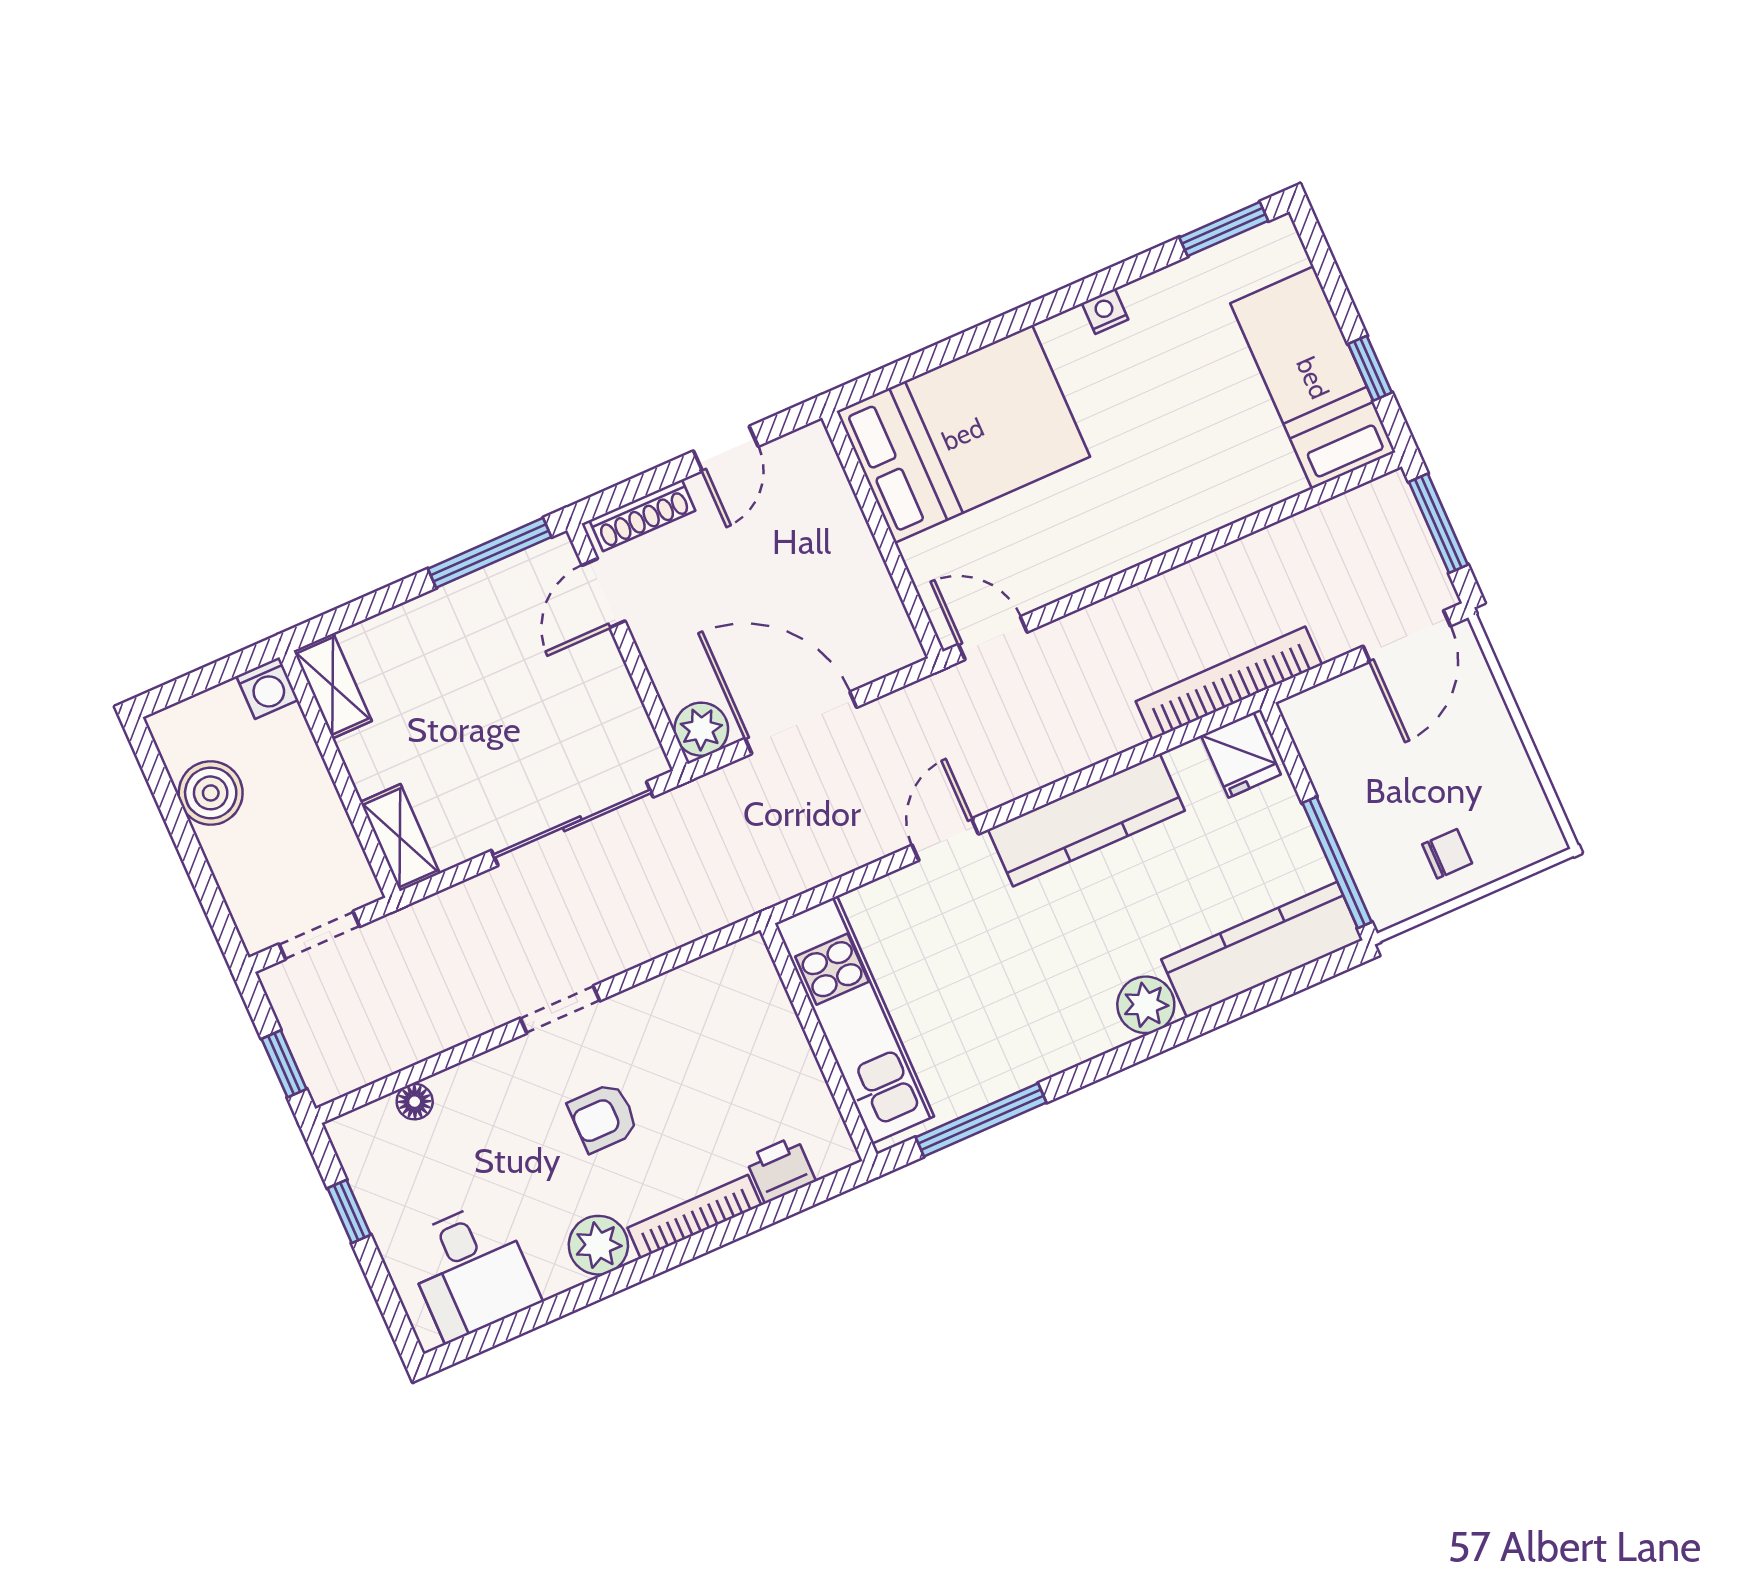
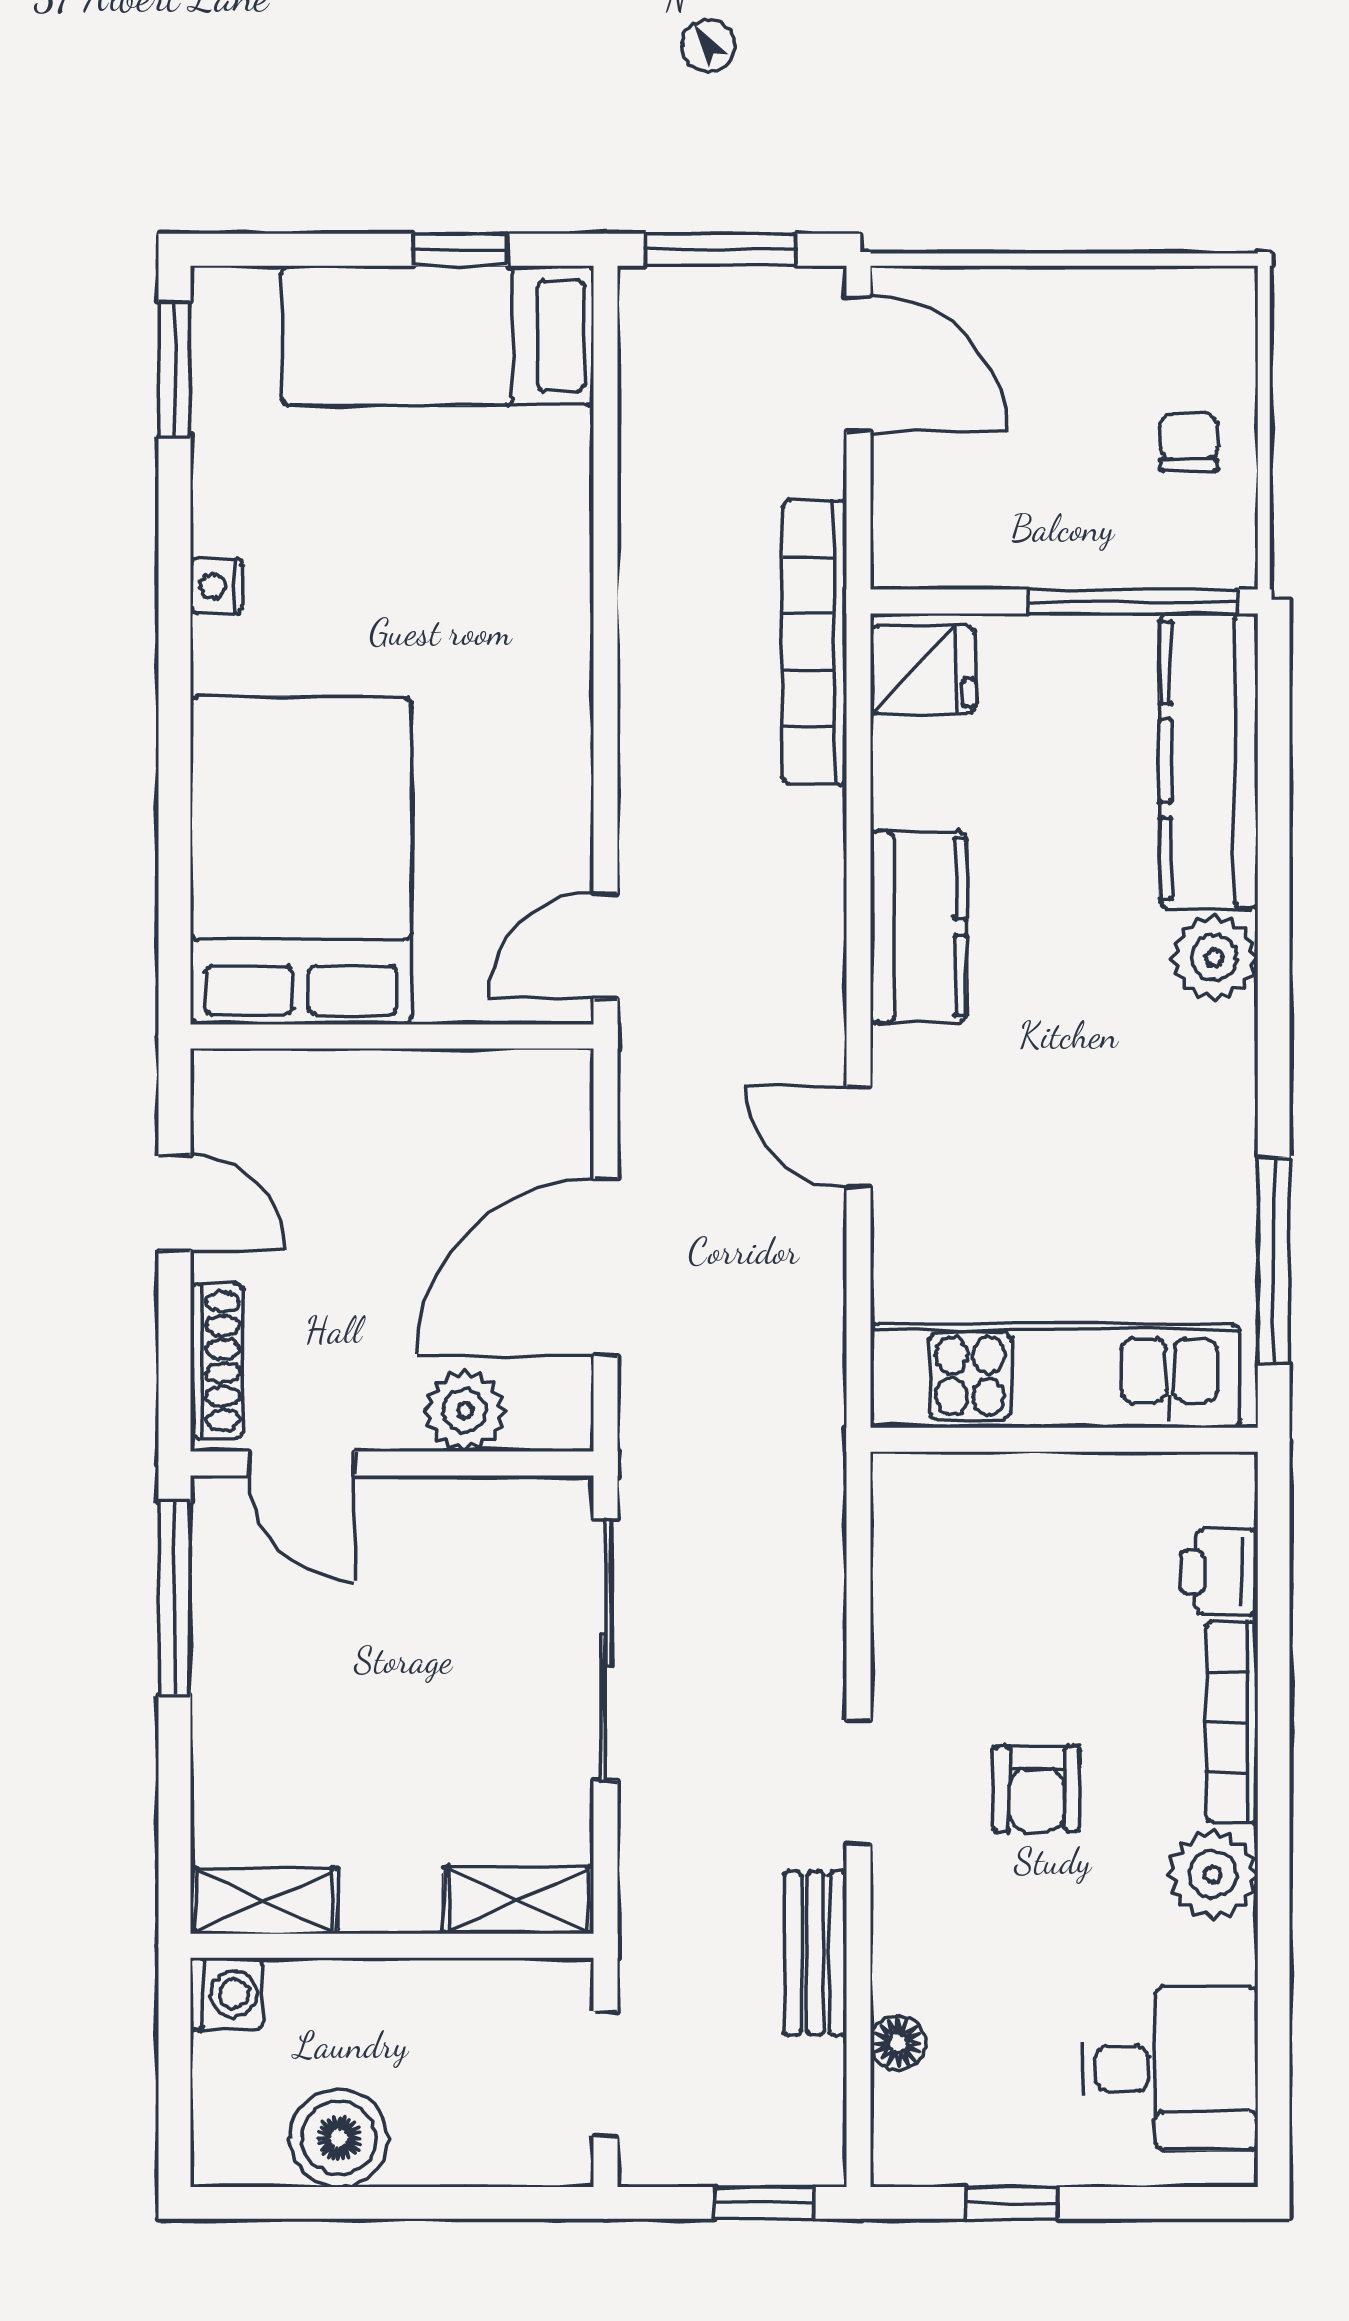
plant: (701, 729) -> (465, 1411), moved
kitchen counter: (1086, 820) -> (918, 927), width x0.67
bench: (447, 1029) -> (815, 1953), added

